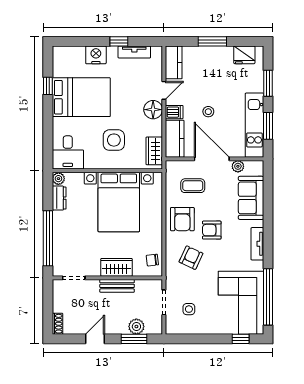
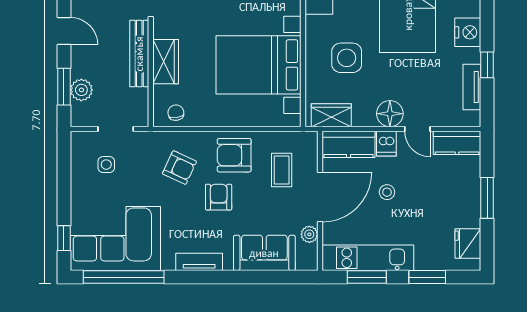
bench: (117, 286) -> (139, 54), width x1.36

